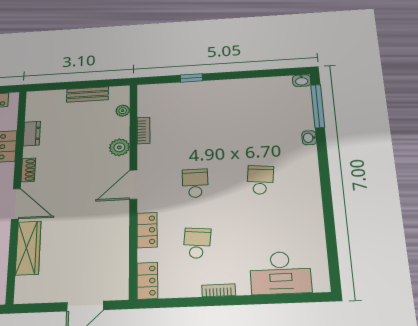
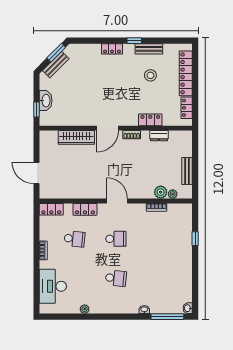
plant: (119, 147) -> (161, 192), moved
plant: (316, 223) -> (85, 309), added

